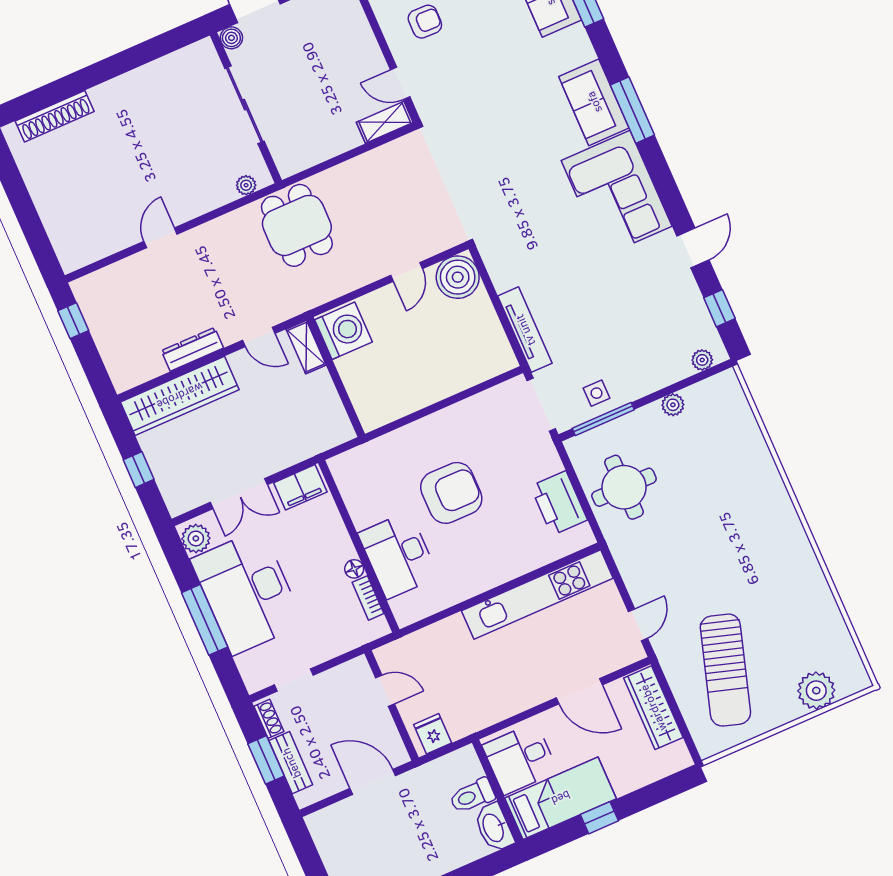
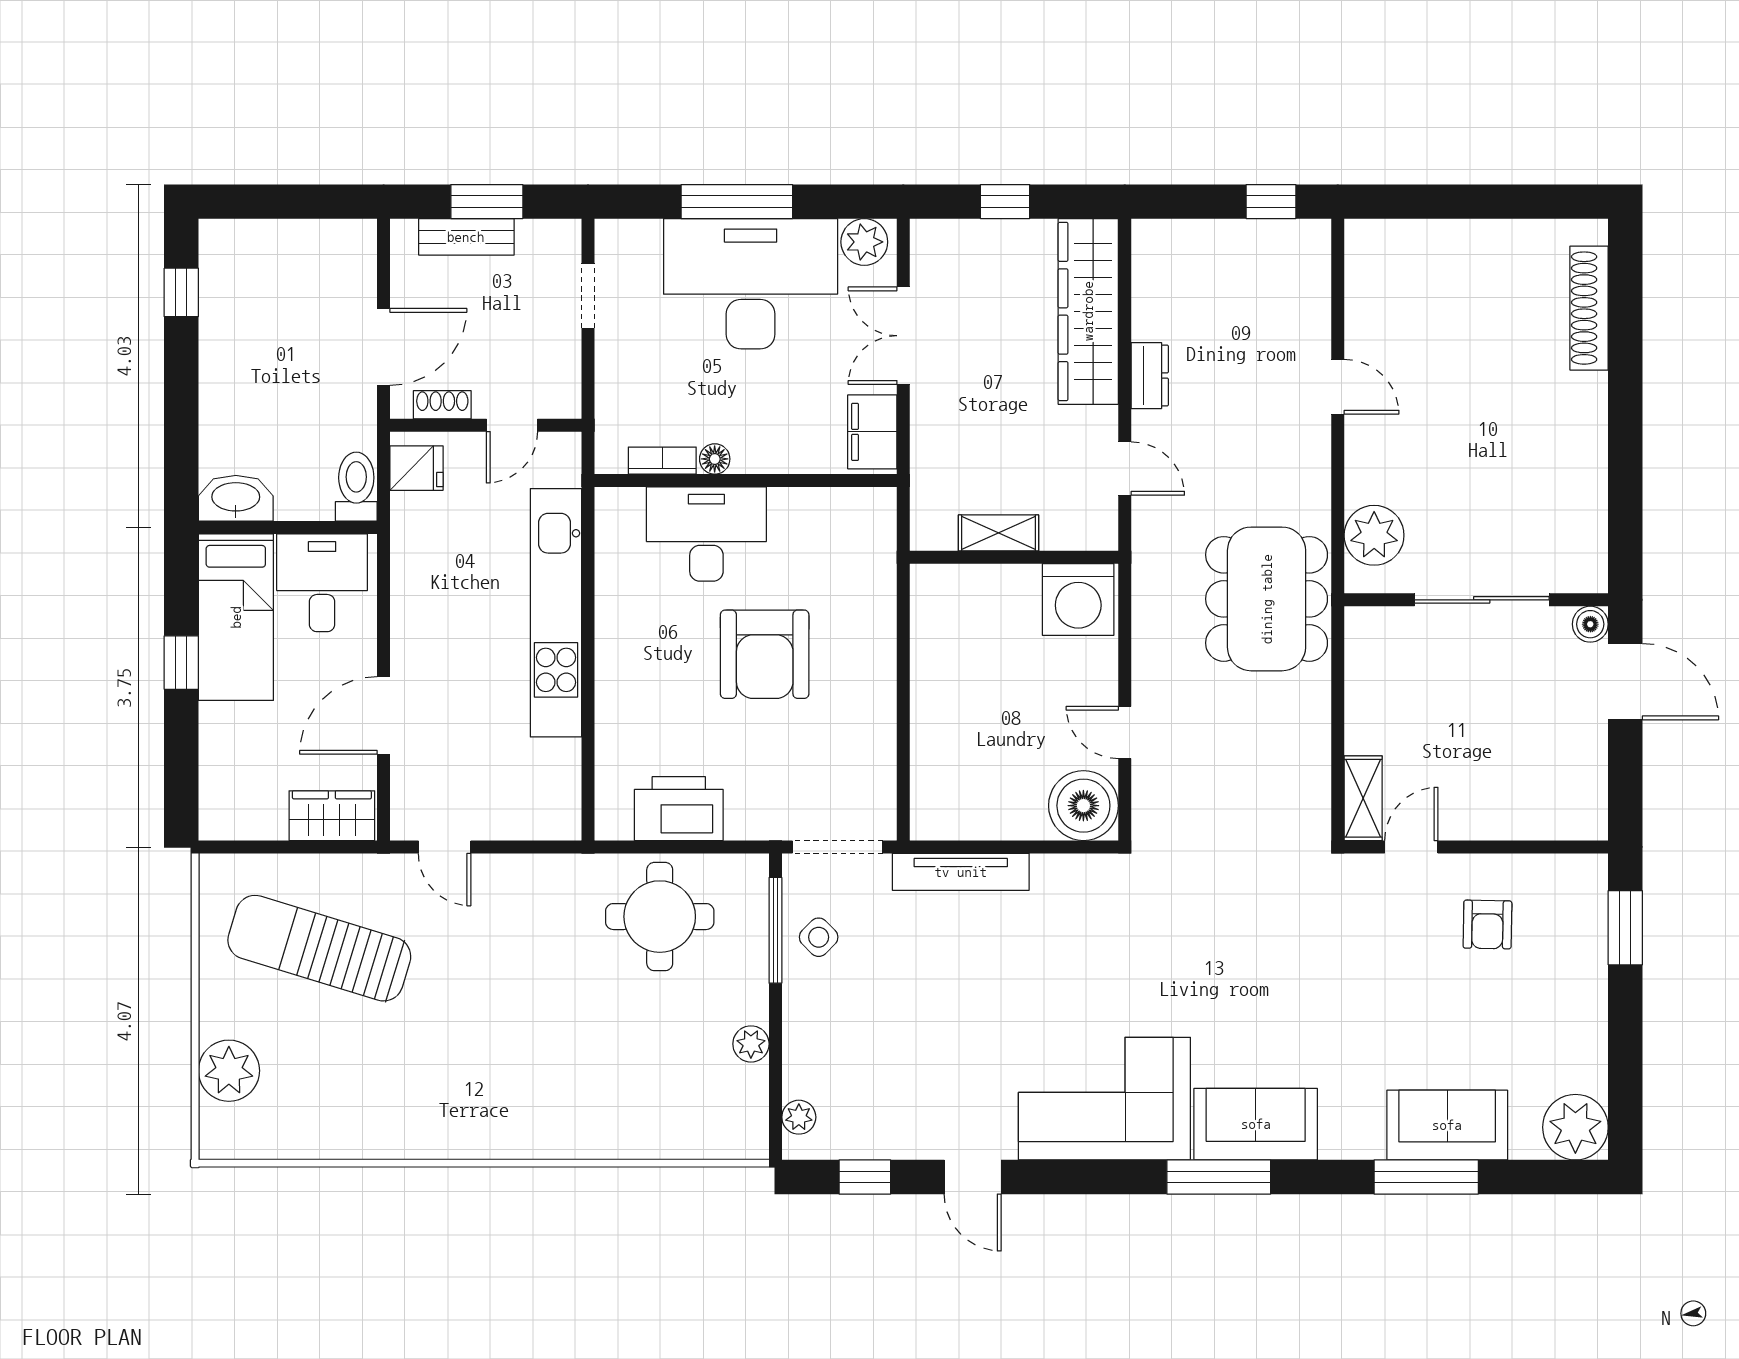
plant: (246, 185) -> (1374, 535), width x1.88, depth x1.88
dining table: (297, 225) -> (1267, 599), width x1.38
door: (259, 337) -> (1125, 469), swing flipped
shelving: (306, 347) -> (998, 533), moved
dresser: (192, 349) -> (1150, 376), width x0.70
side table: (597, 393) -> (819, 937), turned 45
kitchen unit: (537, 595) -> (556, 613), moved
wardrobe: (653, 708) -> (332, 816), width x0.67
shoe rack: (269, 719) -> (442, 405), moved, turned 180
toilet: (472, 796) -> (356, 487), moved

